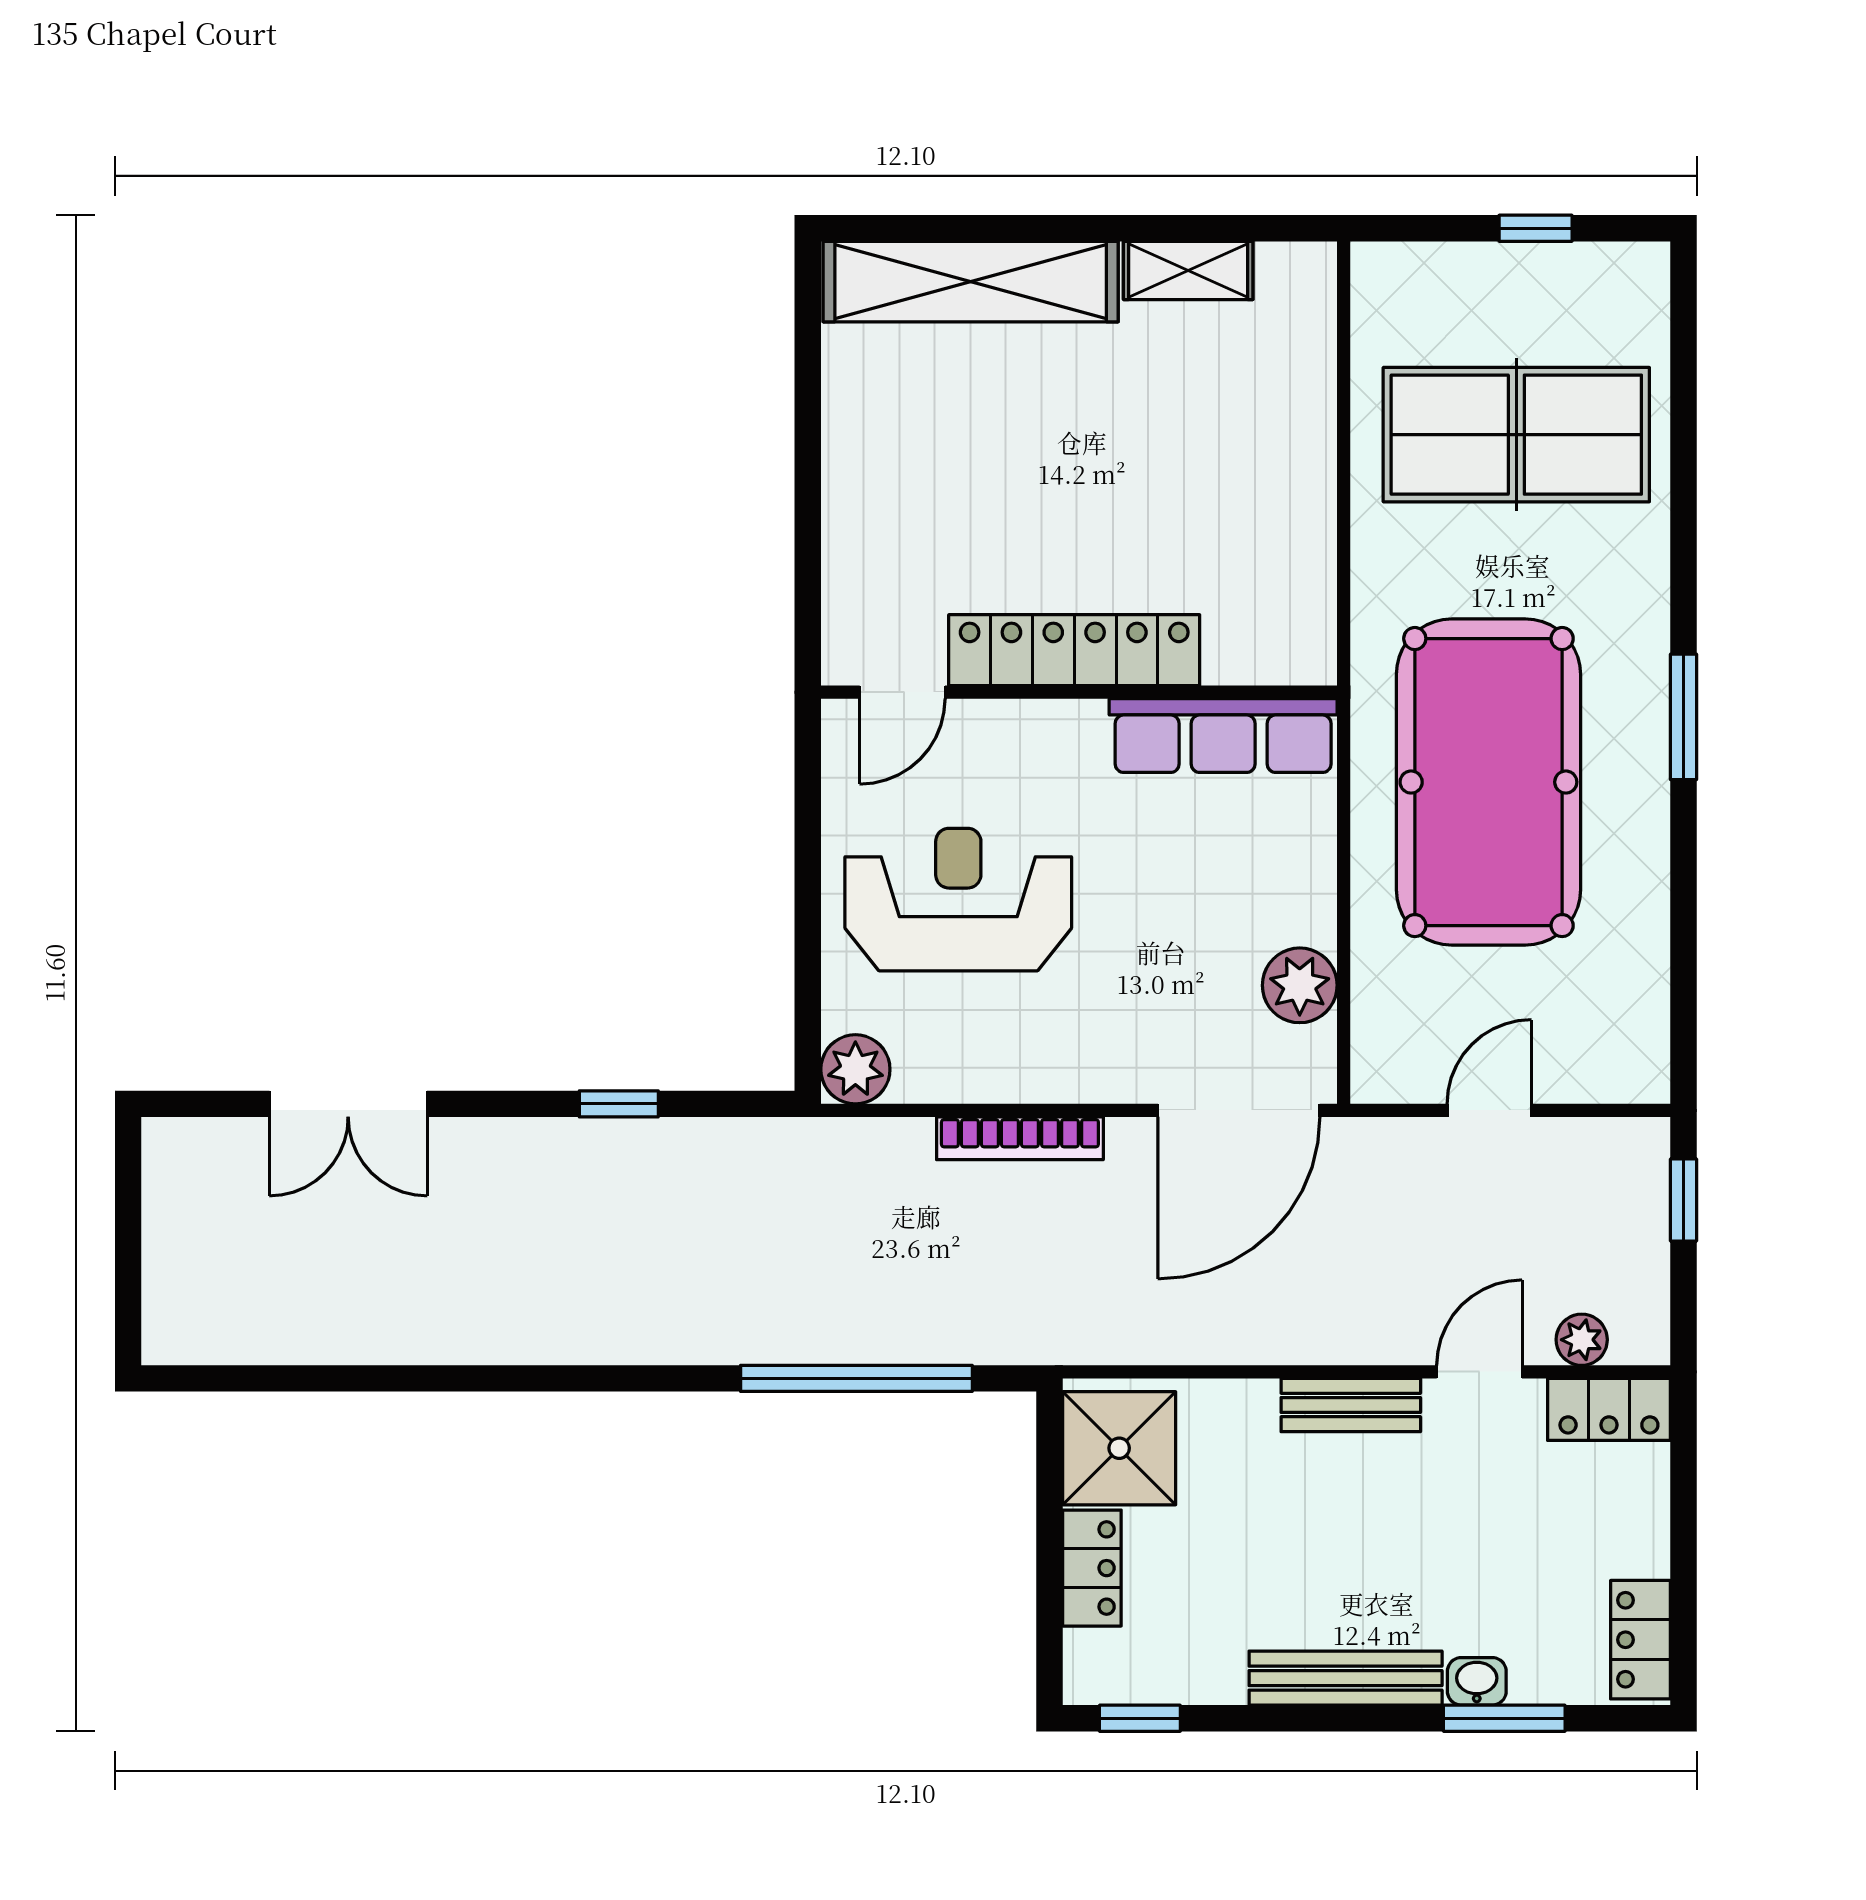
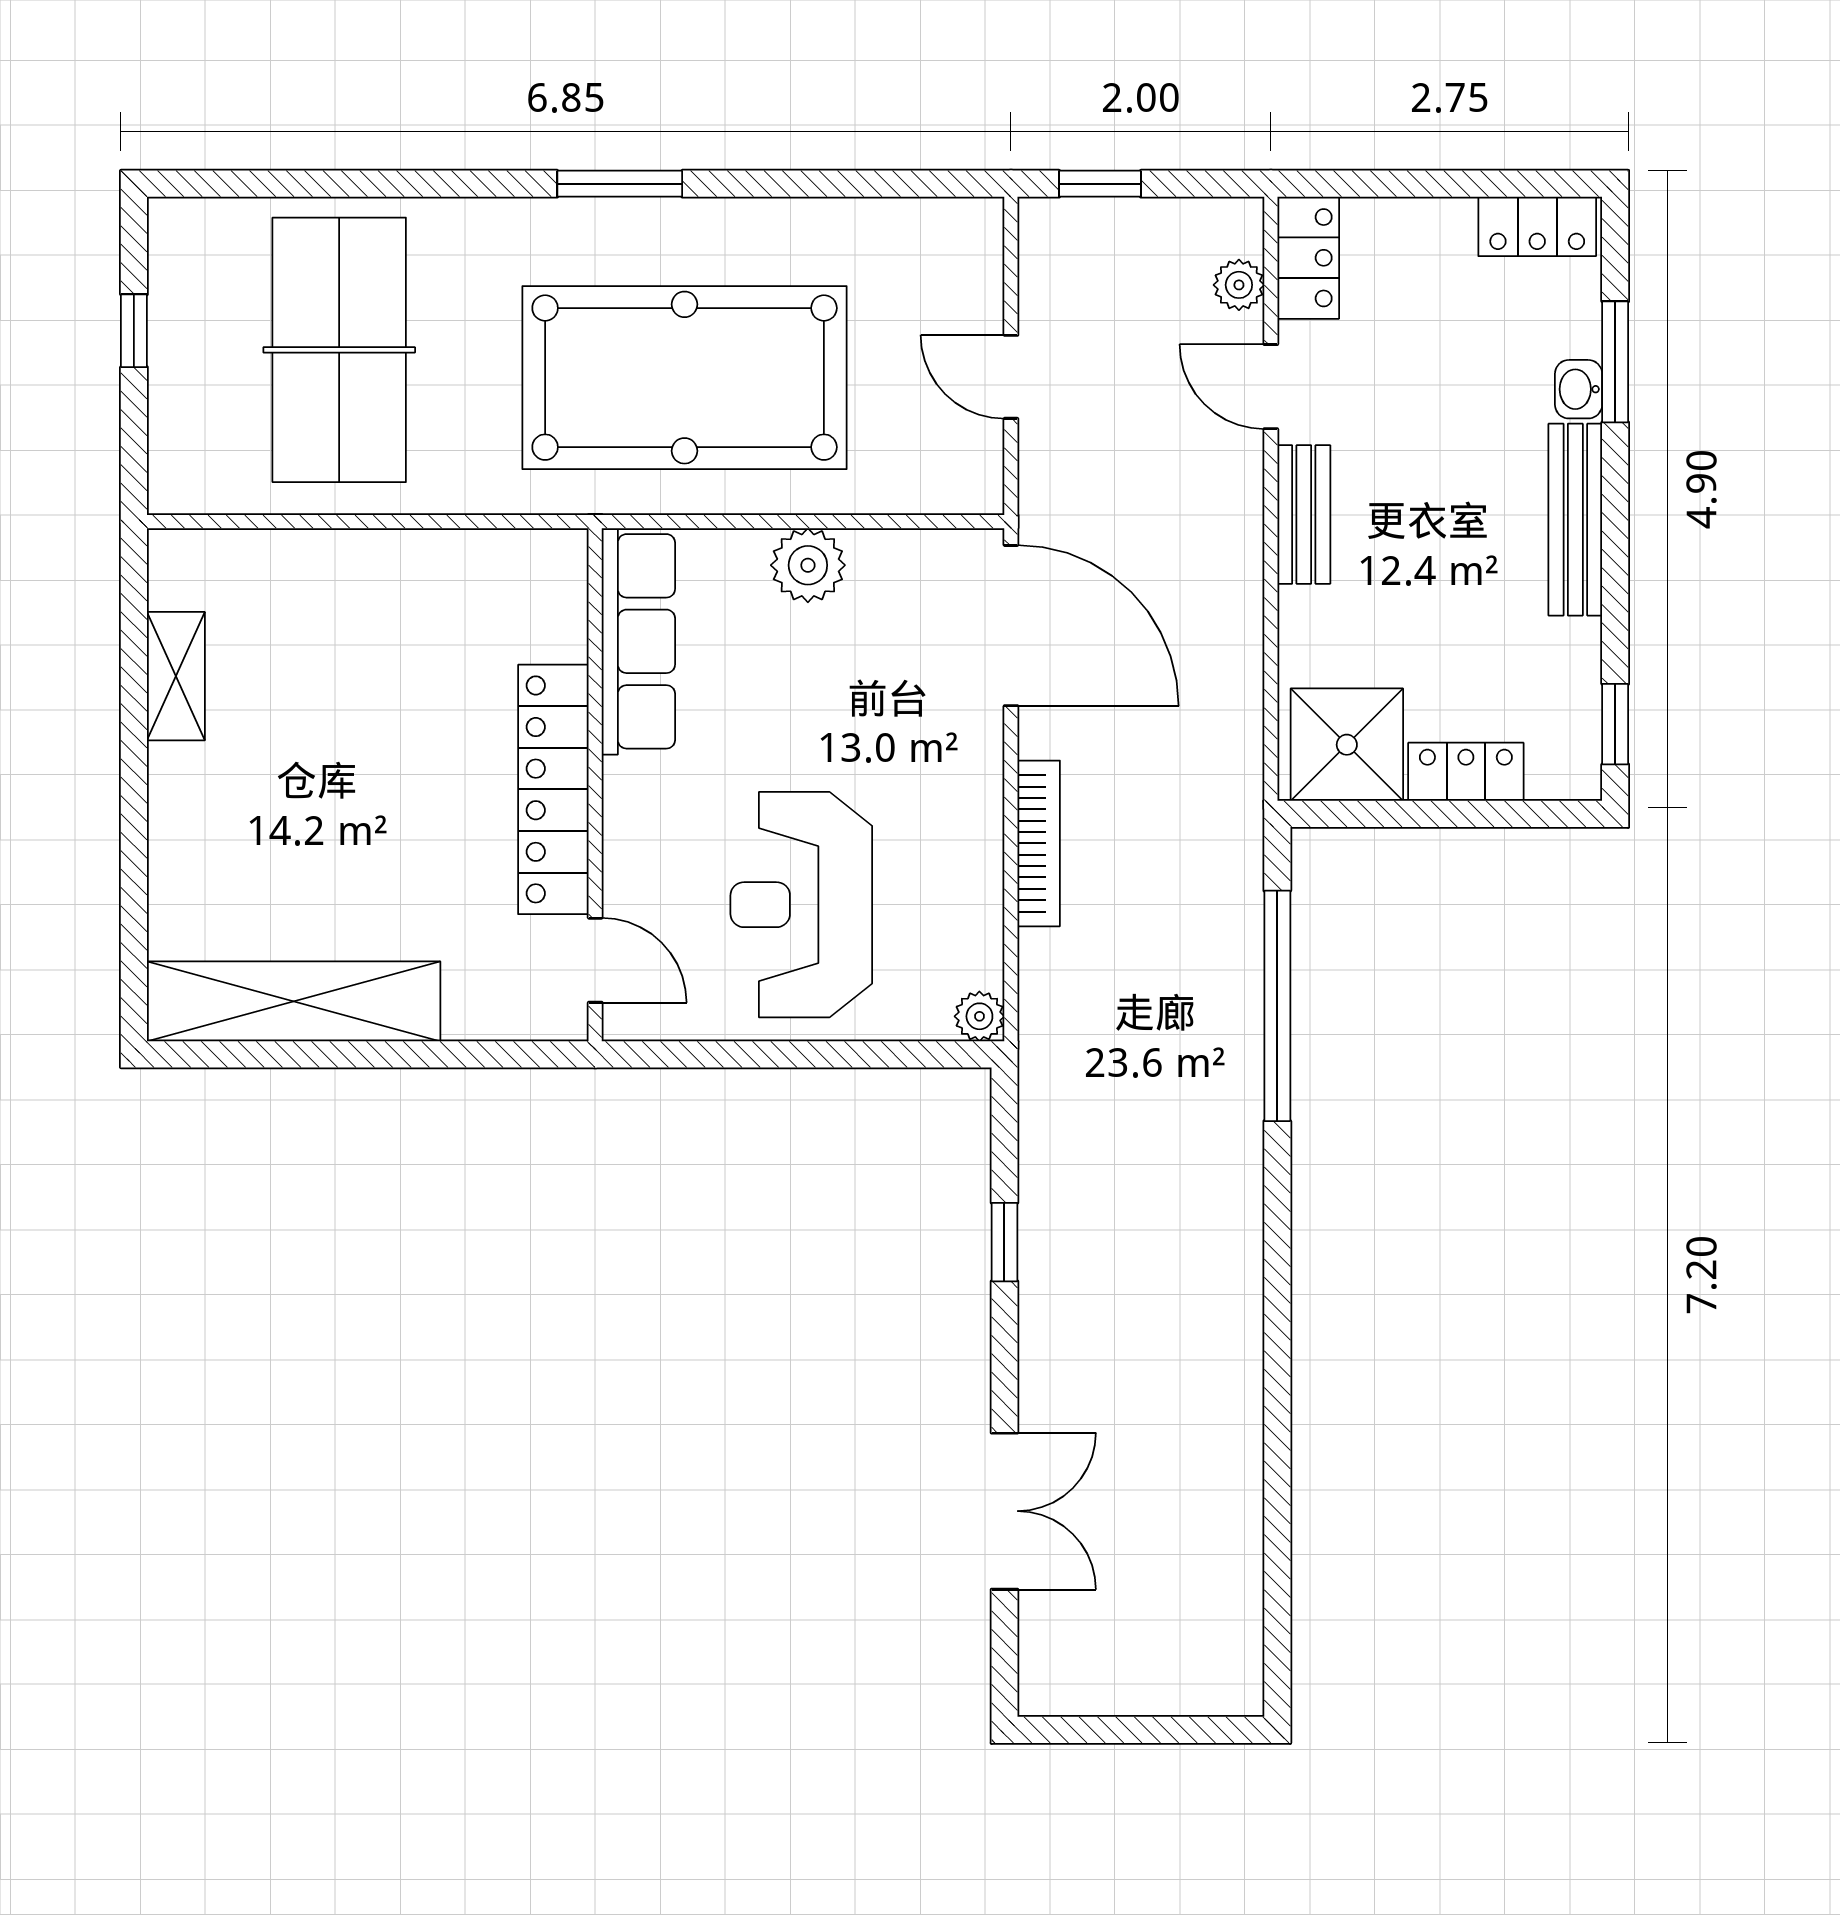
shelving: (971, 282) -> (294, 1001), moved, turned 90
plant: (1300, 985) -> (808, 565), moved
plant: (855, 1069) -> (979, 1016), width x0.73, depth x0.73

